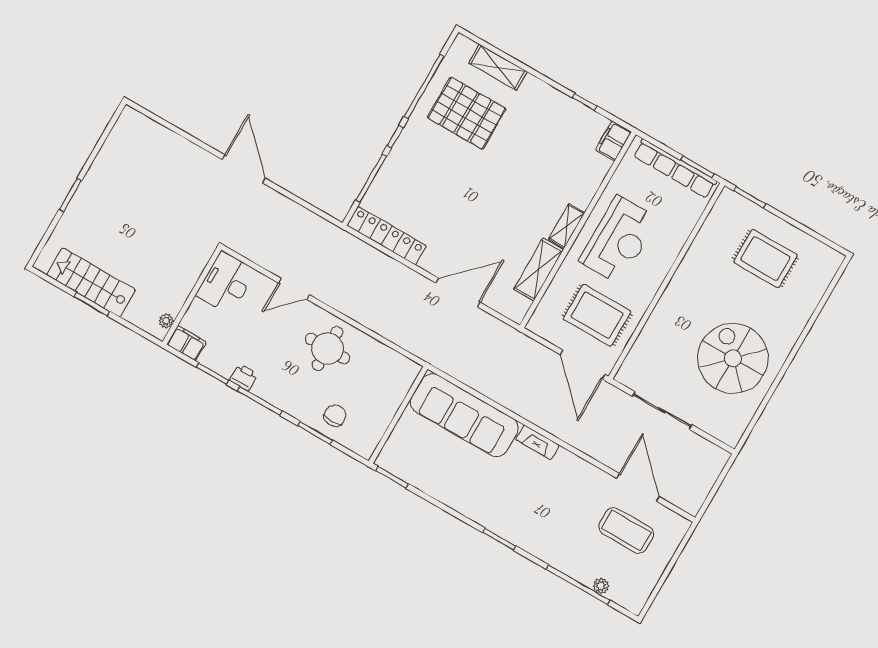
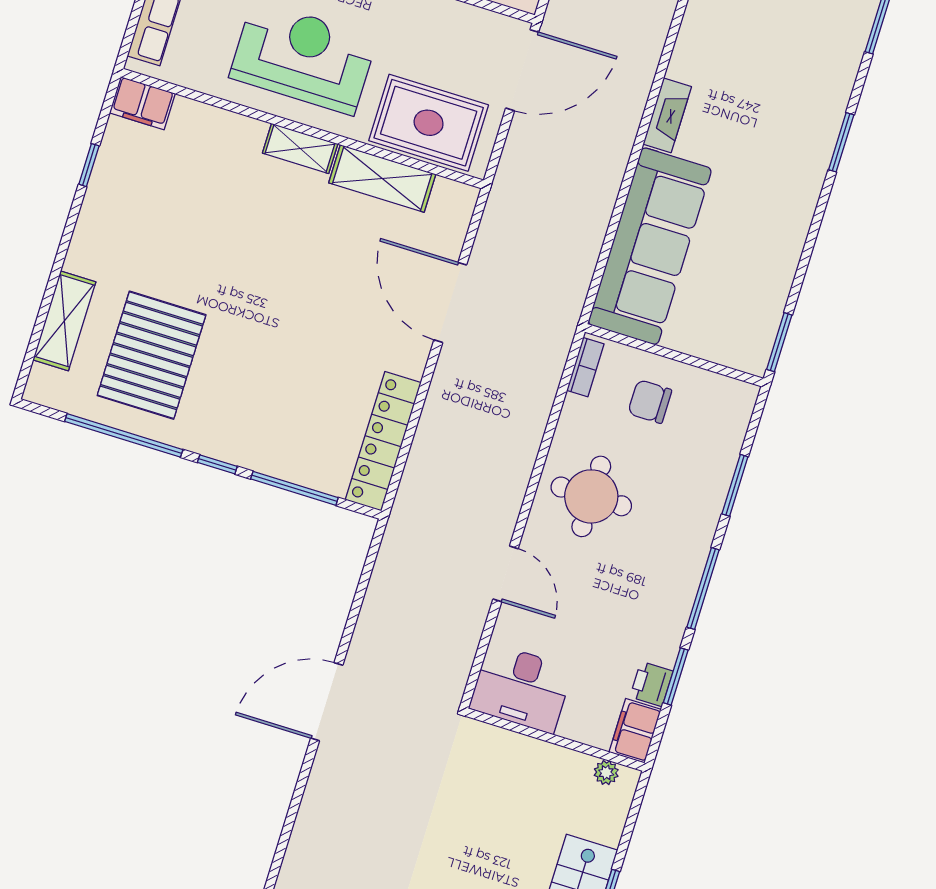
rug: (597, 315) -> (429, 123), moved, turned 90
bookcase: (403, 362) -> (585, 367), added
printer: (244, 377) -> (651, 684), moved
chair: (335, 416) -> (650, 402), moved

